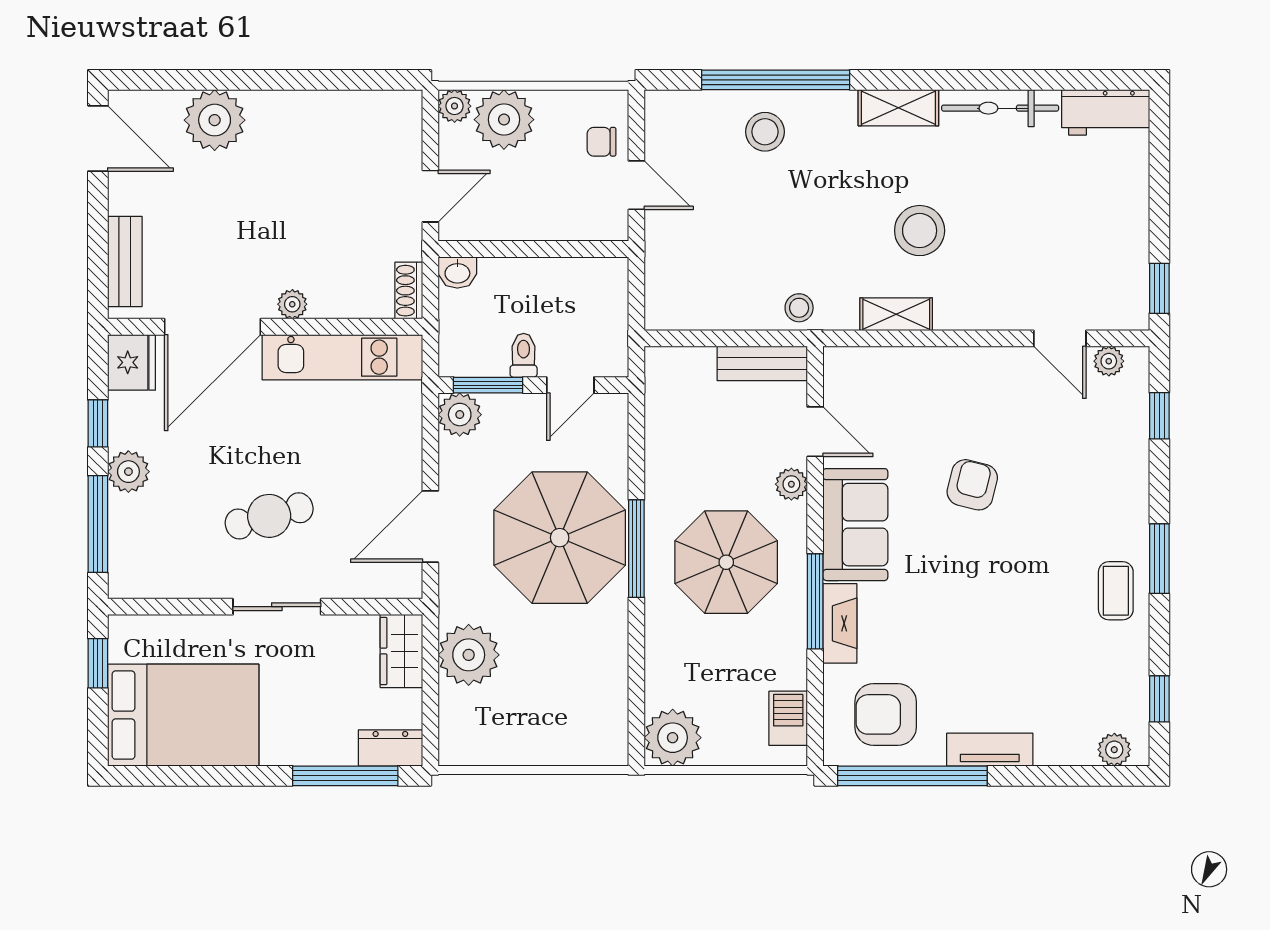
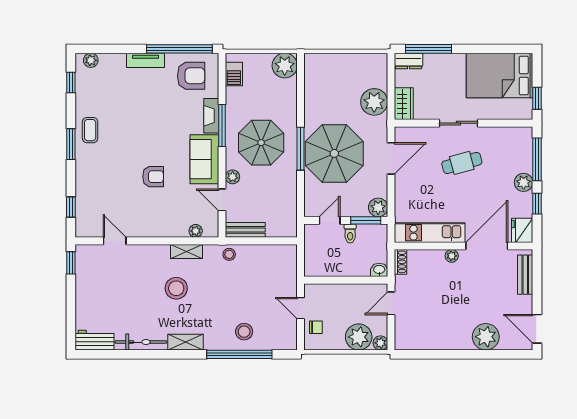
plant: (1109, 361) -> (196, 231), moved
armchair: (972, 485) -> (153, 177), turned -104

